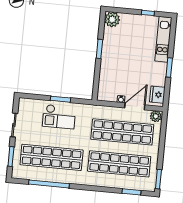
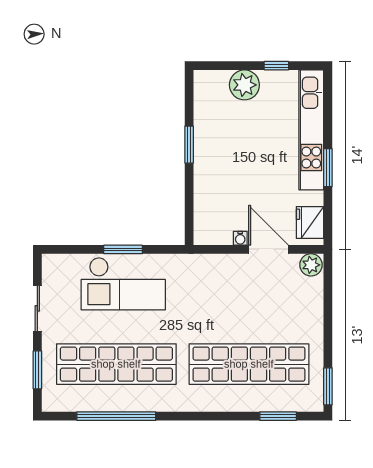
plant: (112, 19) -> (244, 85), moved
kitchen unit: (163, 39) -> (311, 130), width x1.36
door: (135, 106) -> (268, 249), hinge flipped
checkout: (59, 117) -> (123, 284), width x1.36, depth x1.21
shop shelf: (122, 132) -> (249, 302), removed

